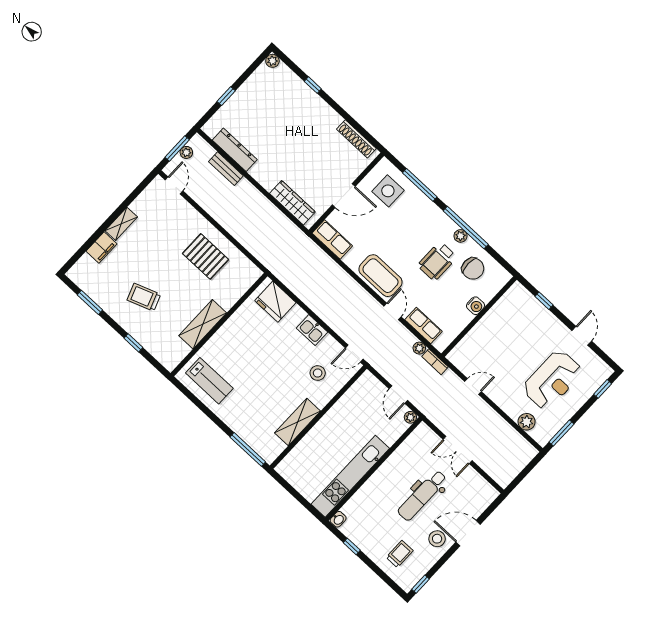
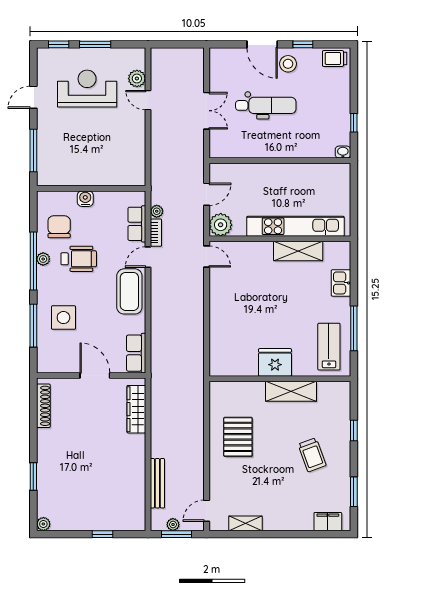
window: (313, 85) -> (33, 476), width x1.50
dresser: (235, 150) -> (137, 490), removed
bench: (226, 169) -> (157, 483), width x1.36
side table: (388, 191) -> (63, 318), moved
shelving: (121, 224) -> (245, 523), moved
filing cabinet: (101, 248) -> (328, 522), moved
window: (544, 301) -> (33, 150), width x2.17
fridge: (275, 302) -> (275, 362), moved, turned -90
kitchen sink: (312, 330) -> (341, 283), moved, turned 180
bookcase: (435, 362) -> (156, 233), moved
stool: (318, 373) -> (247, 270), removed
door: (473, 387) -> (148, 100), moved
plant: (410, 417) -> (221, 225), moved, width x1.88, depth x1.88
window: (561, 433) -> (95, 44), moved
window: (248, 449) -> (354, 328), moved
kitchen unit: (350, 476) -> (295, 226), moved, turned 180
trolley: (400, 554) -> (335, 59), moved
window: (421, 584) -> (303, 44), moved

